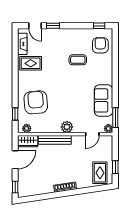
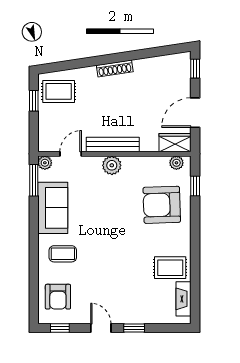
door: (35, 26) -> (101, 328), moved
coffee table: (78, 60) -> (63, 254), moved
armchair: (36, 102) -> (162, 205), turned 93
bench: (55, 140) -> (113, 144), moved
rug: (100, 173) -> (59, 91), turned 90

